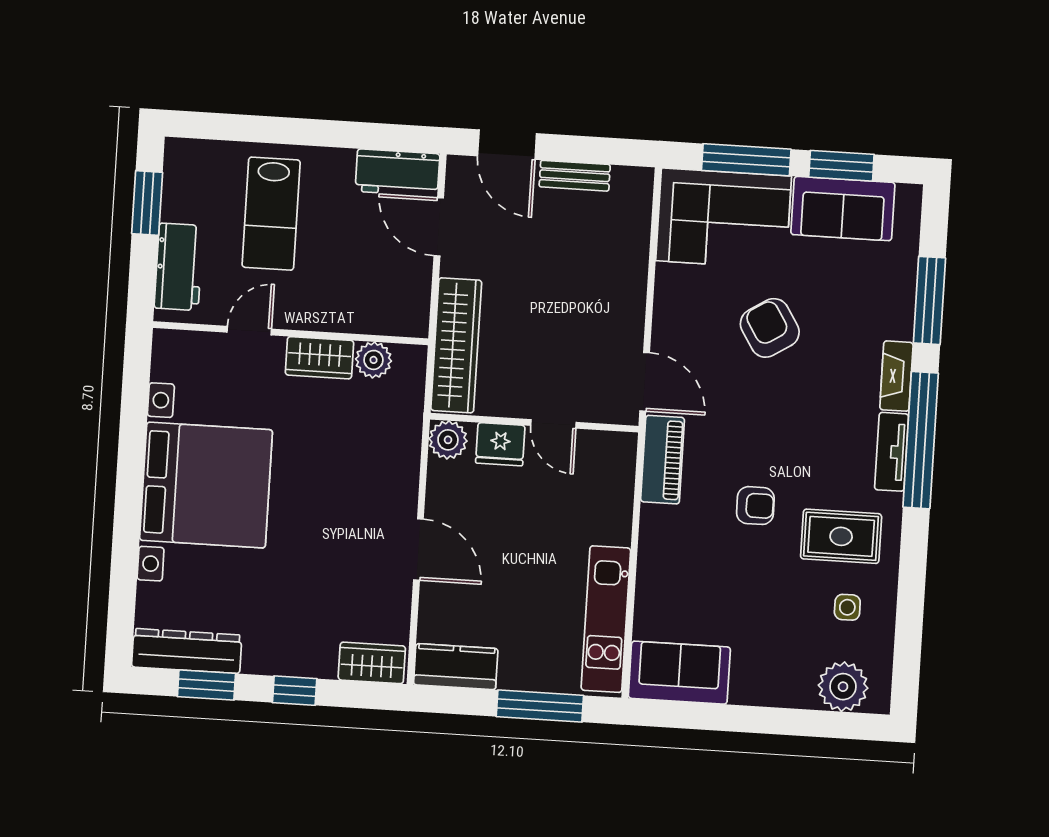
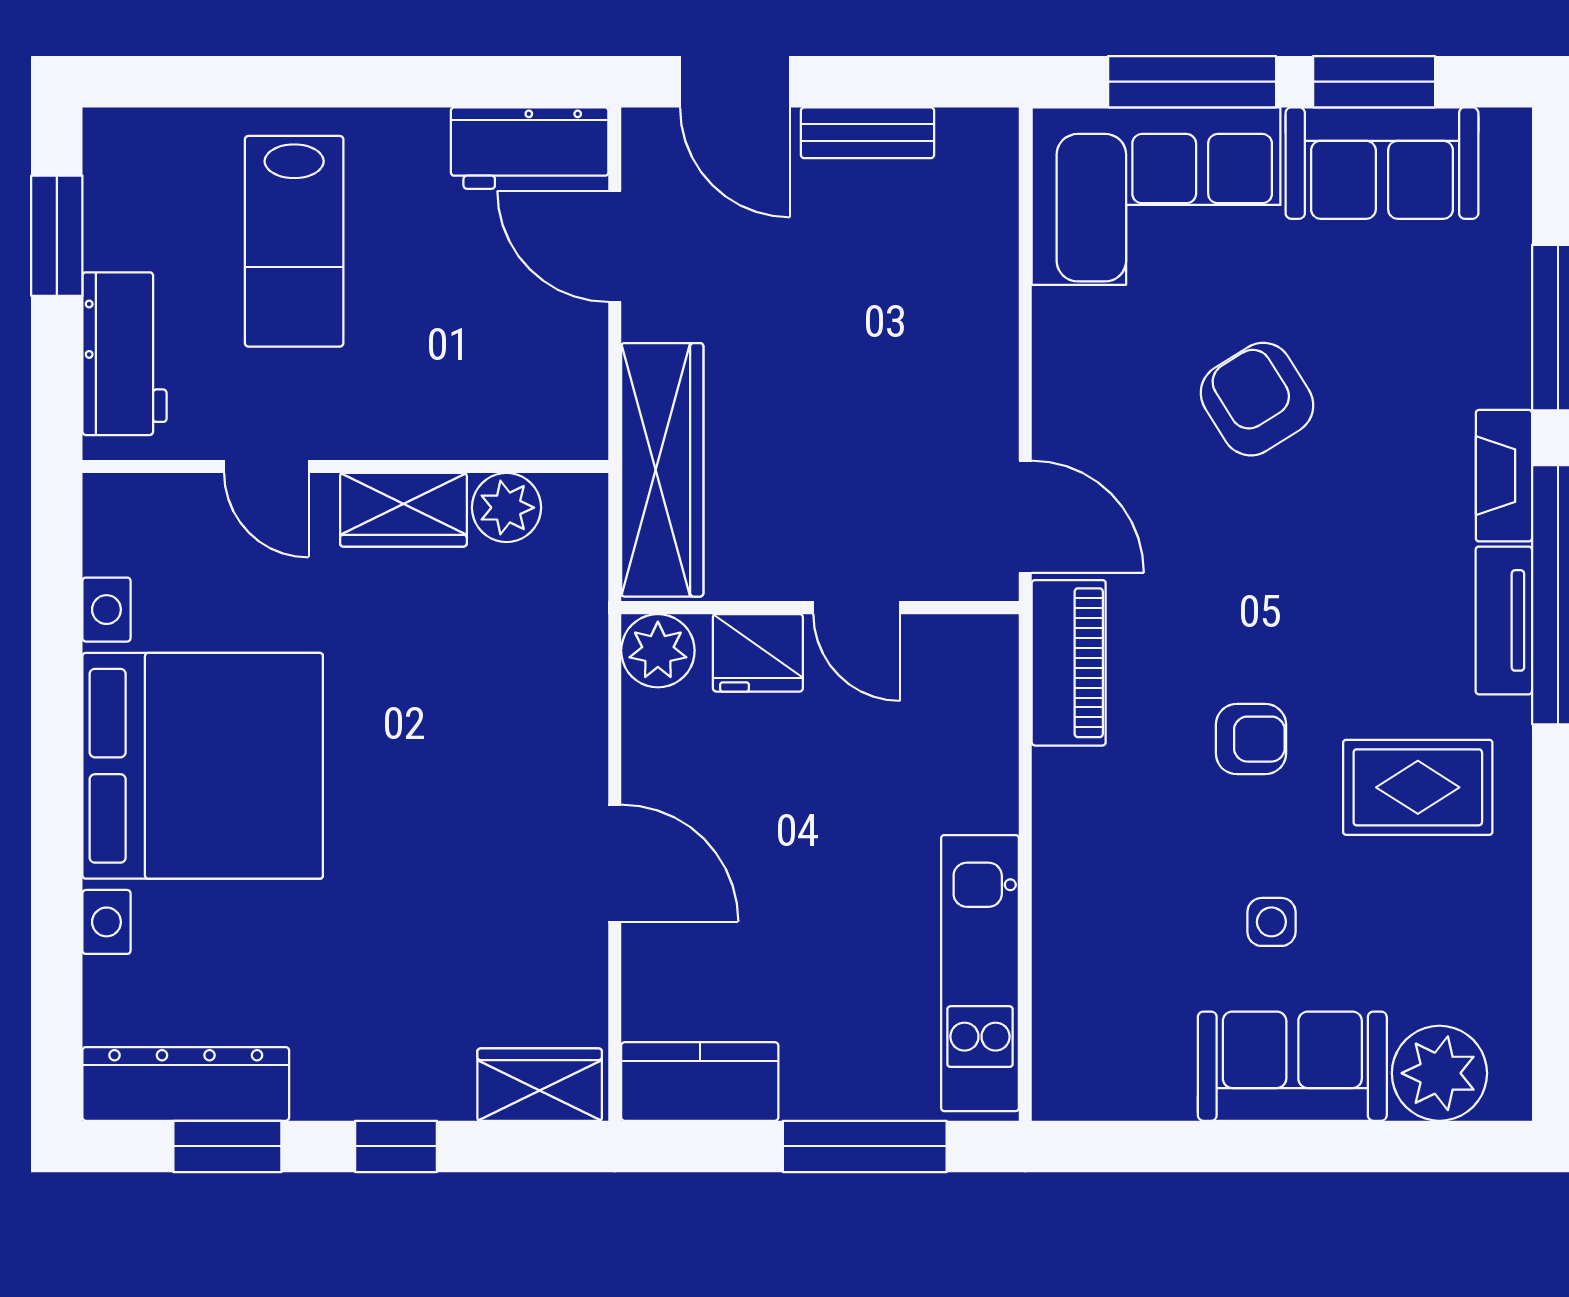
door: (249, 331) -> (266, 467), swing flipped
side table: (847, 607) -> (1271, 922), moved
sofa: (679, 673) -> (1292, 1066), moved

